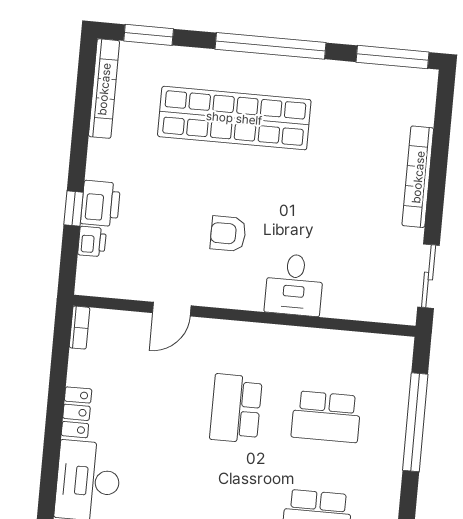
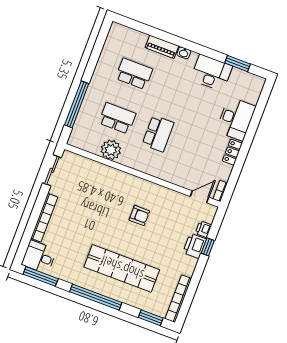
desk: (294, 285) -> (39, 257), moved, turned -90
door: (172, 309) -> (200, 197), moved
plant: (321, 350) -> (111, 150), added

